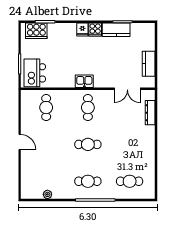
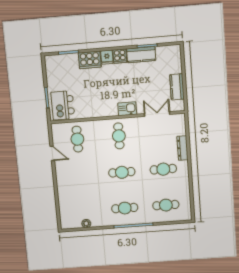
cooker: (36, 31) -> (90, 60), moved
kitchen sink: (84, 81) -> (127, 109), moved
double door: (127, 89) -> (157, 114), swing flipped
dresser: (150, 113) -> (183, 148), moved
door: (20, 142) -> (52, 153), moved
cafe table: (130, 144) -> (163, 169), added

